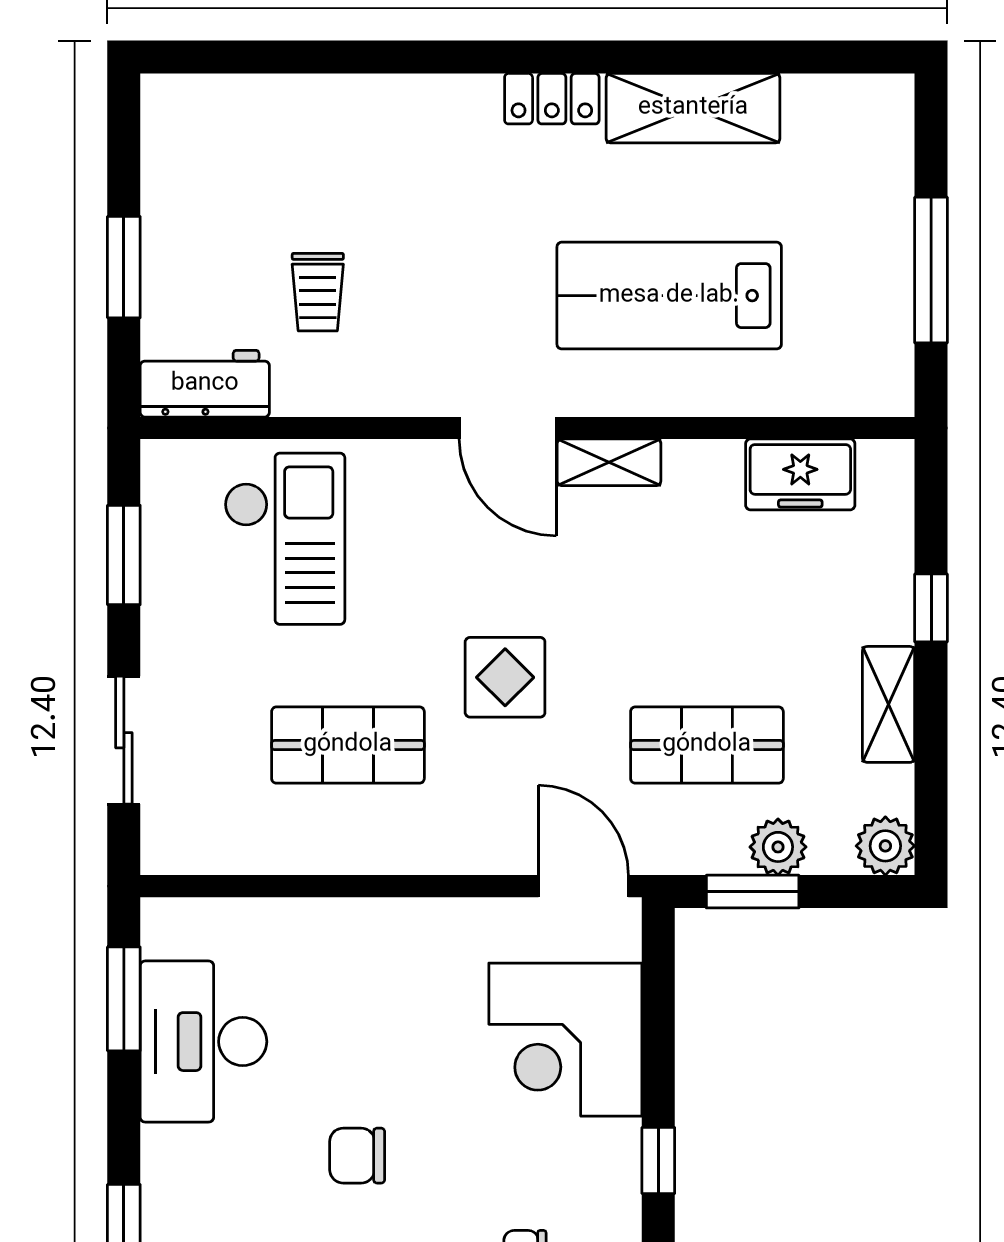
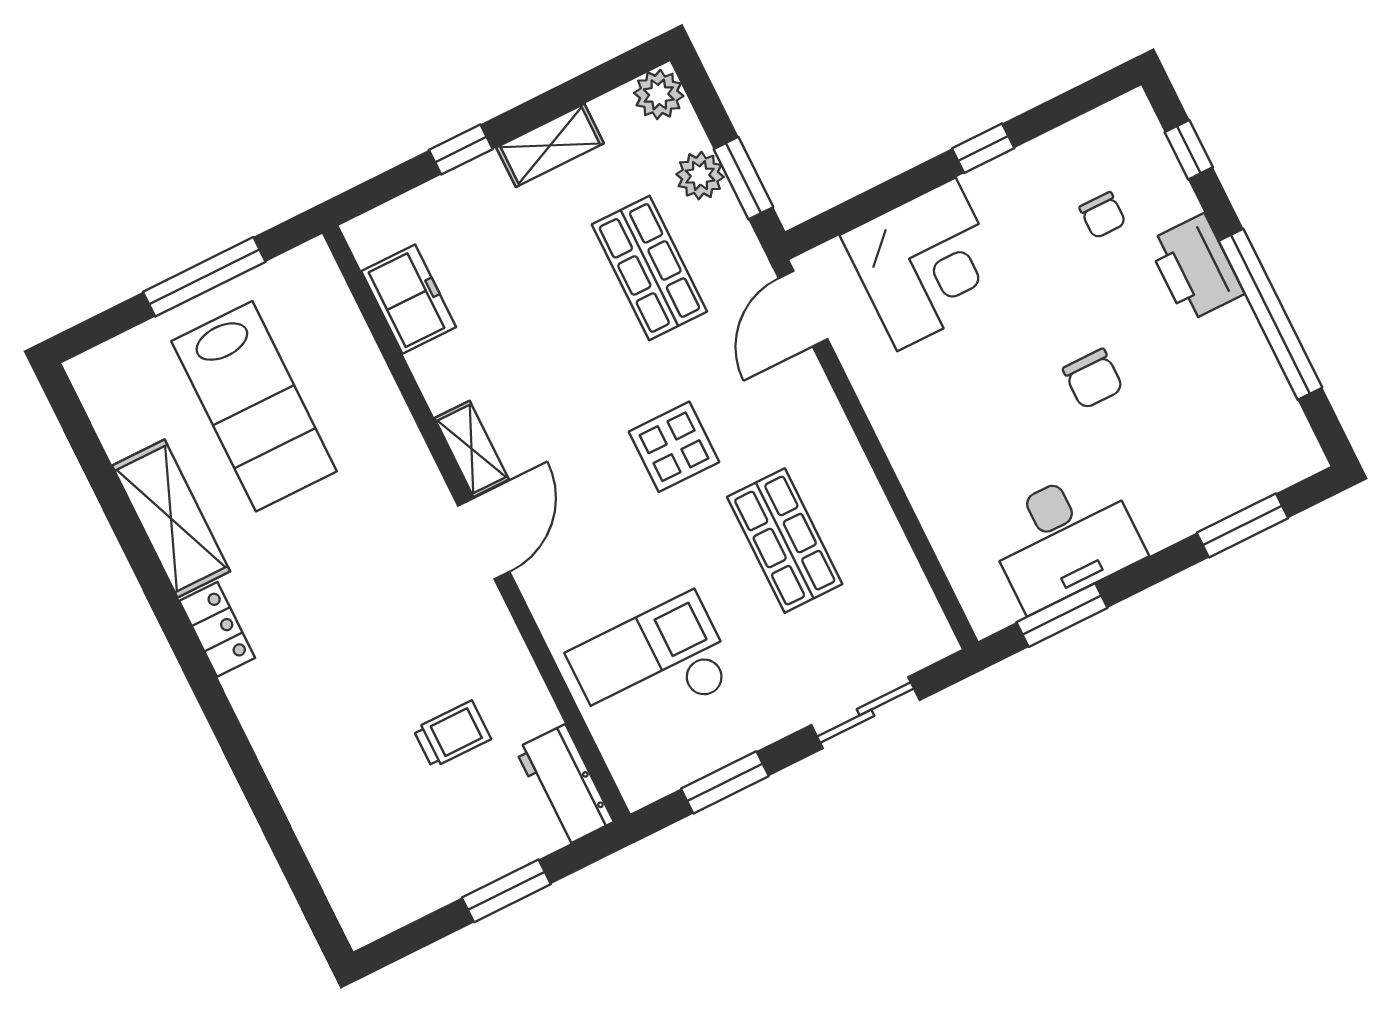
lab bench: (669, 296) -> (254, 406), moved

